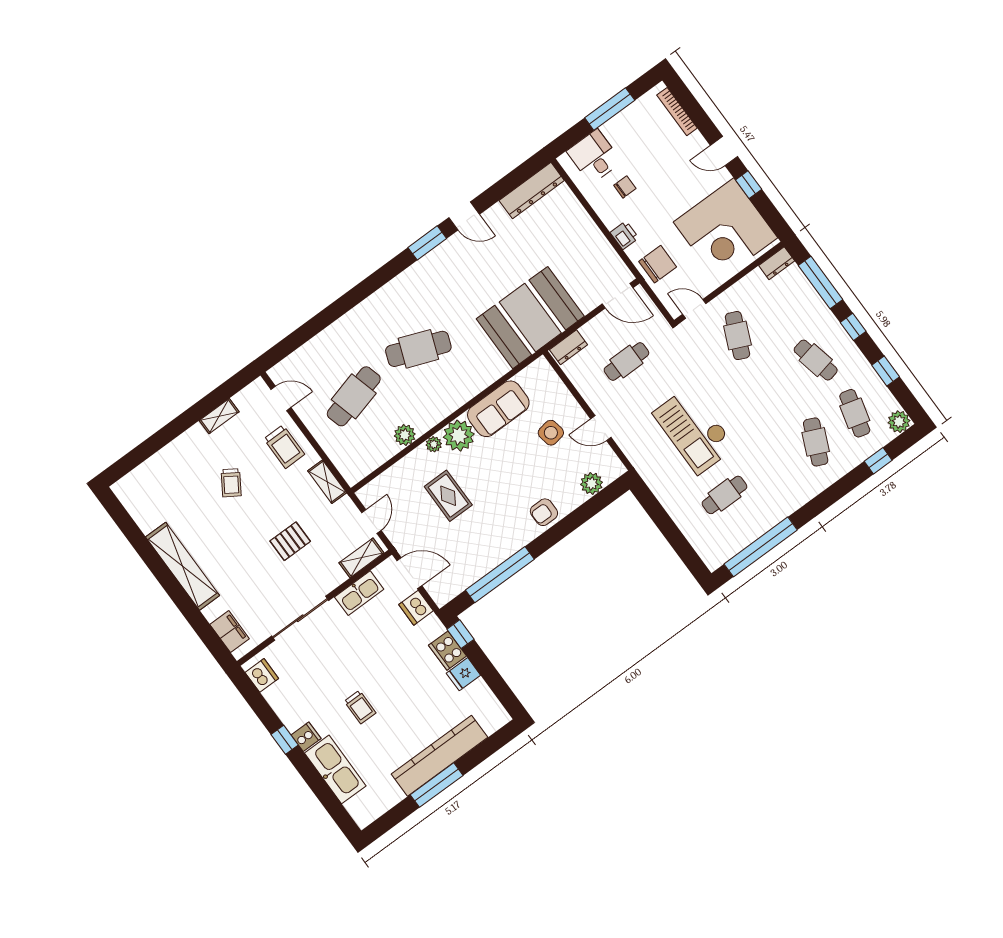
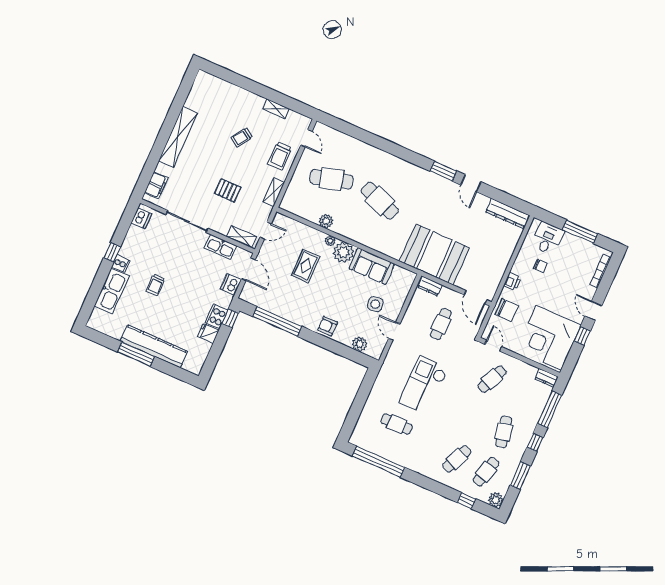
cafe table: (626, 362) -> (441, 324), turned 90
window: (886, 371) -> (520, 476), width x1.50

